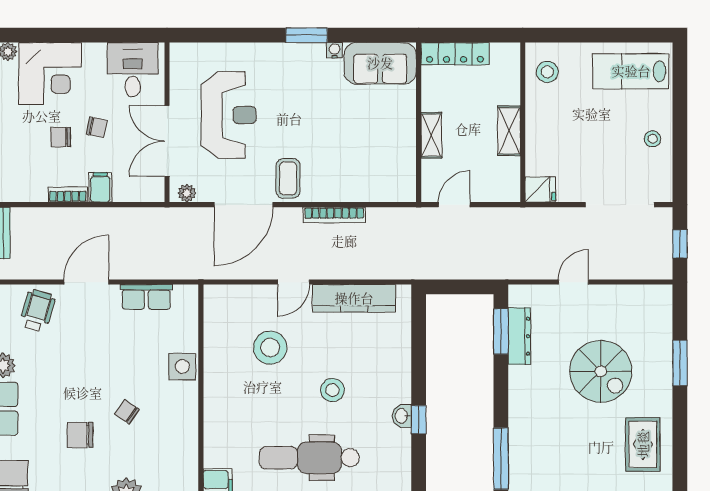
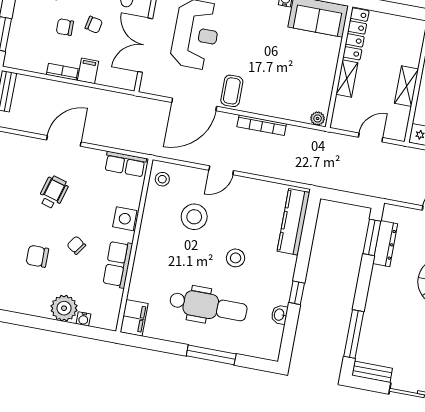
locker: (455, 54) -> (356, 34), moved, turned -90
plant: (187, 193) -> (318, 119), moved
door: (454, 205) -> (371, 137), moved
row of seats: (146, 297) -> (125, 164), moved
kitchen counter: (354, 298) -> (293, 222), moved, turned 90
stool: (221, 307) -> (162, 179), added
wheelchair: (37, 311) -> (53, 192), moved
washbasin: (402, 416) -> (279, 315), moved
row of seats: (184, 426) -> (118, 264), added
dental chair: (309, 458) -> (208, 306), turned 180

